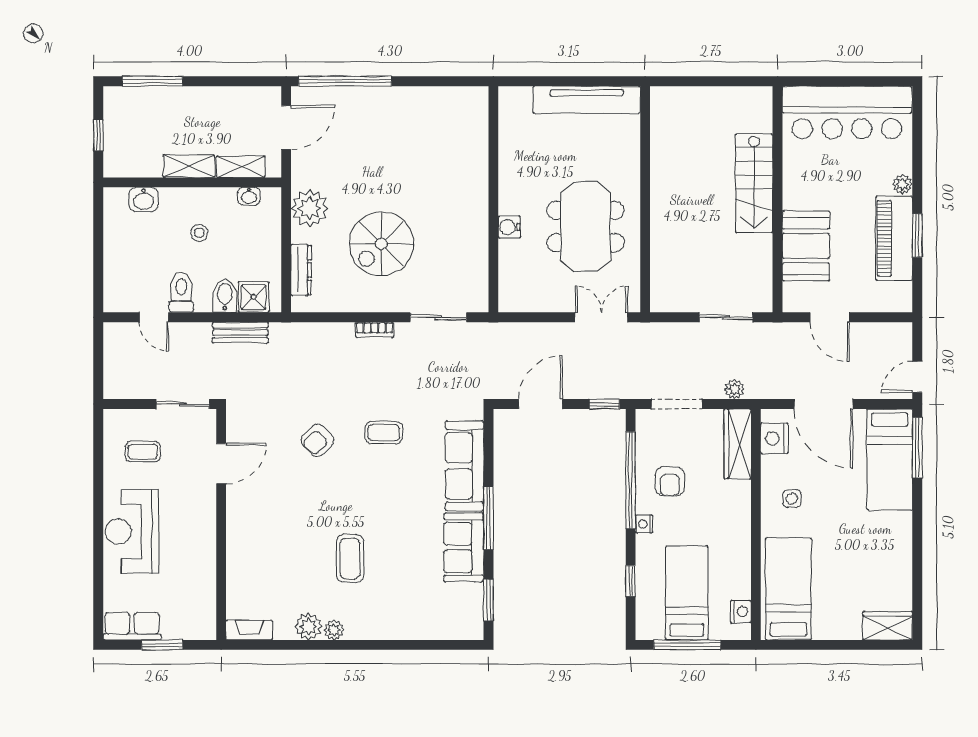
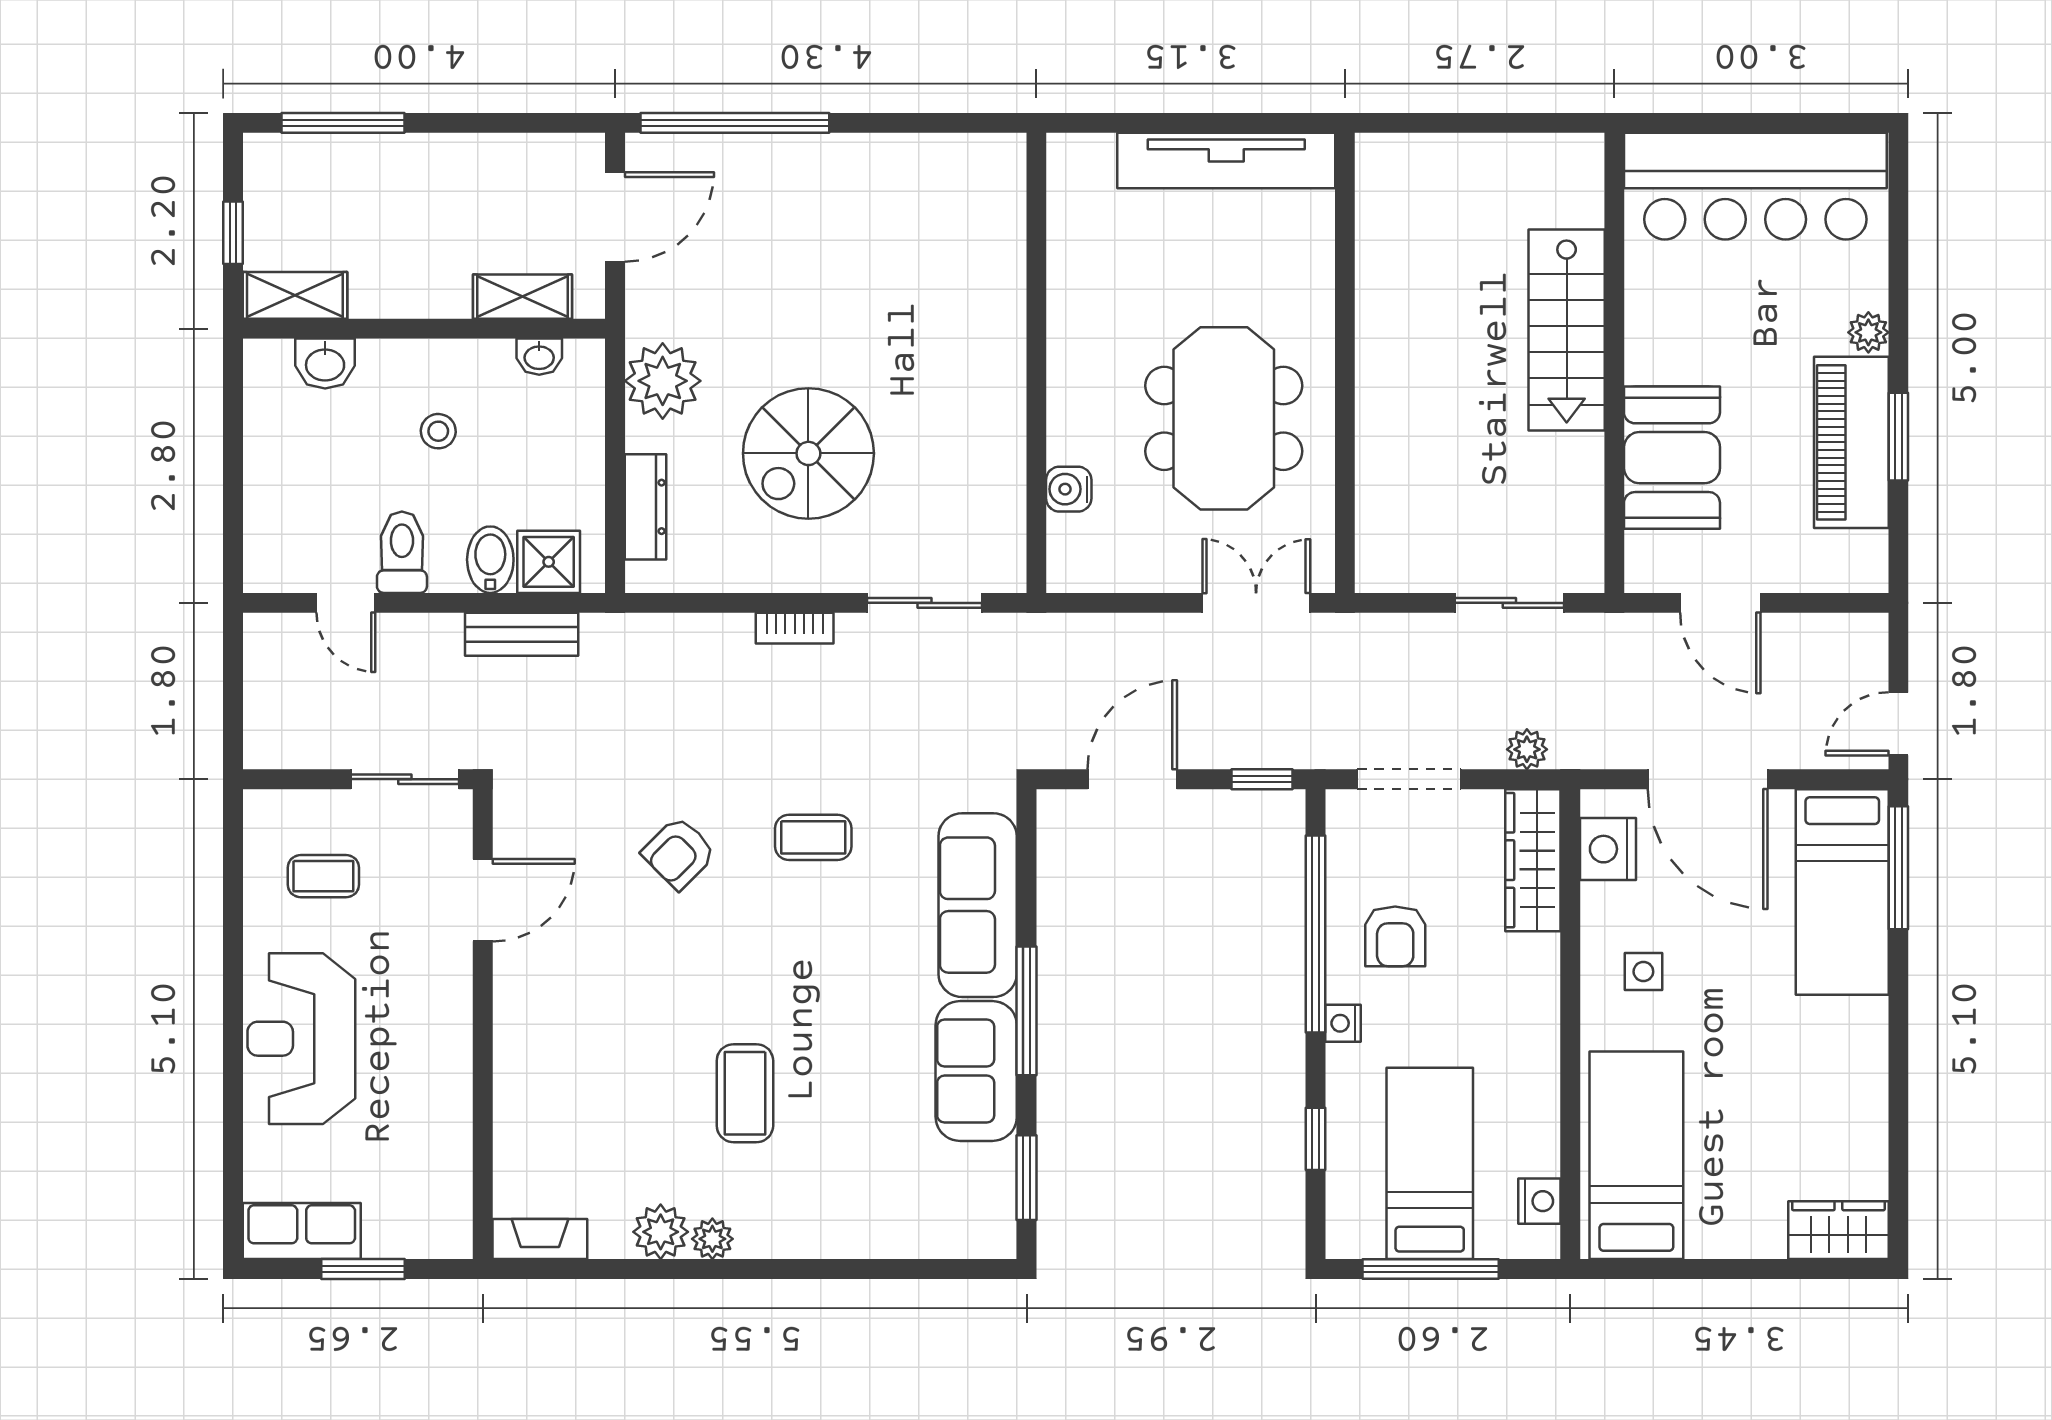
shelving: (189, 166) -> (295, 295), moved
water cooler: (509, 227) -> (1069, 489), moved

